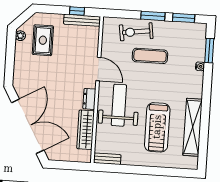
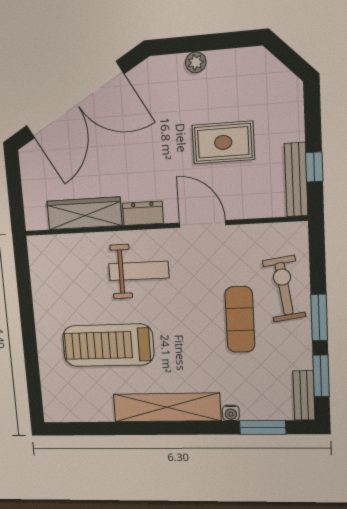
plant: (20, 36) -> (196, 62), moved
rug: (43, 40) -> (223, 142), moved
door: (98, 69) -> (202, 224), swing flipped
weight bench: (119, 105) -> (139, 271), width x0.73, depth x0.75
shelving: (193, 127) -> (167, 407), moved
bench: (107, 159) -> (304, 395), moved

